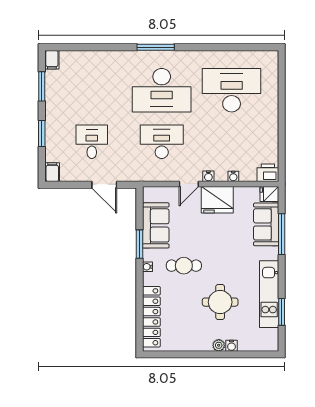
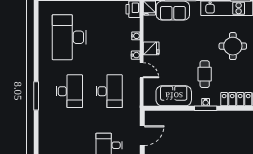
desk: (162, 90) -> (69, 91), width x0.73, depth x0.77
desk: (162, 142) -> (109, 91), turned 180
fridge: (217, 200) -> (151, 48), width x0.53, depth x0.75
window: (140, 244) -> (206, 108), moved

